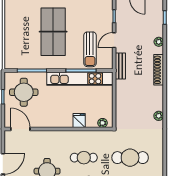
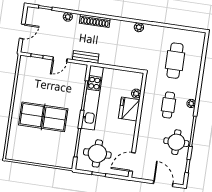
door: (114, 40) -> (60, 59), hinge flipped
sun lounger: (90, 49) -> (65, 84), removed
fridge: (79, 120) -> (129, 109), width x1.88, depth x1.34
plant: (103, 123) -> (136, 94), moved

